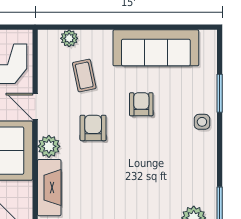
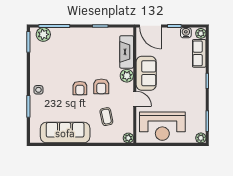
plant: (69, 38) -> (128, 138), moved
armchair: (141, 104) -> (80, 88), moved

